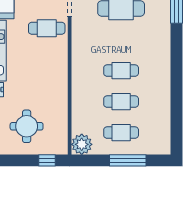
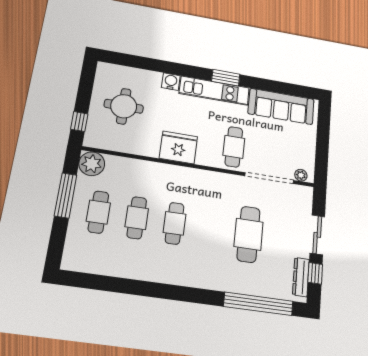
fridge: (55, 75) -> (178, 147), added
window: (128, 160) -> (65, 195), moved

